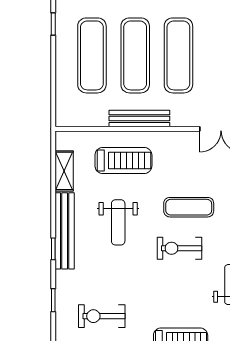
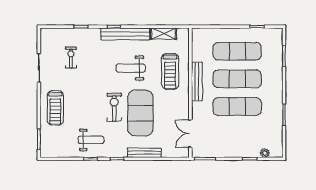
exercise mat: (189, 207) -> (140, 113), width x2.00, depth x1.45
exercise bike: (102, 316) -> (71, 58), width x0.73, depth x0.72

